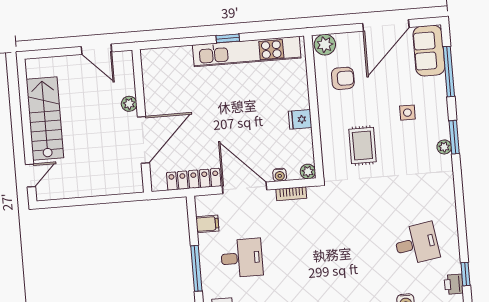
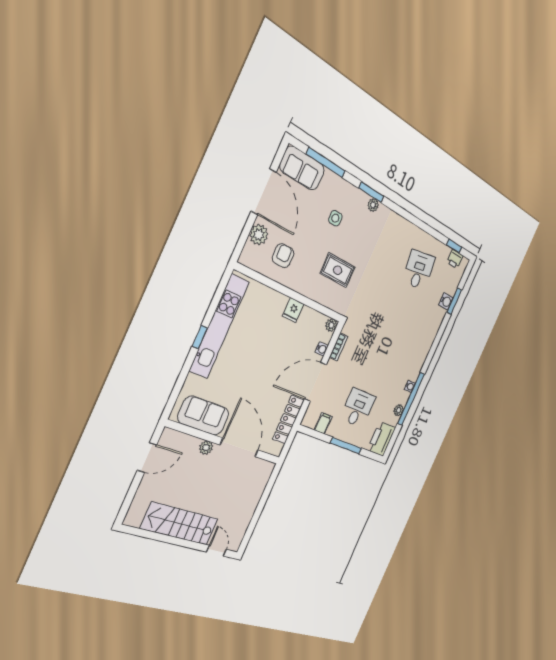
plant: (325, 45) -> (259, 235), moved
sofa: (158, 83) -> (203, 416), added

